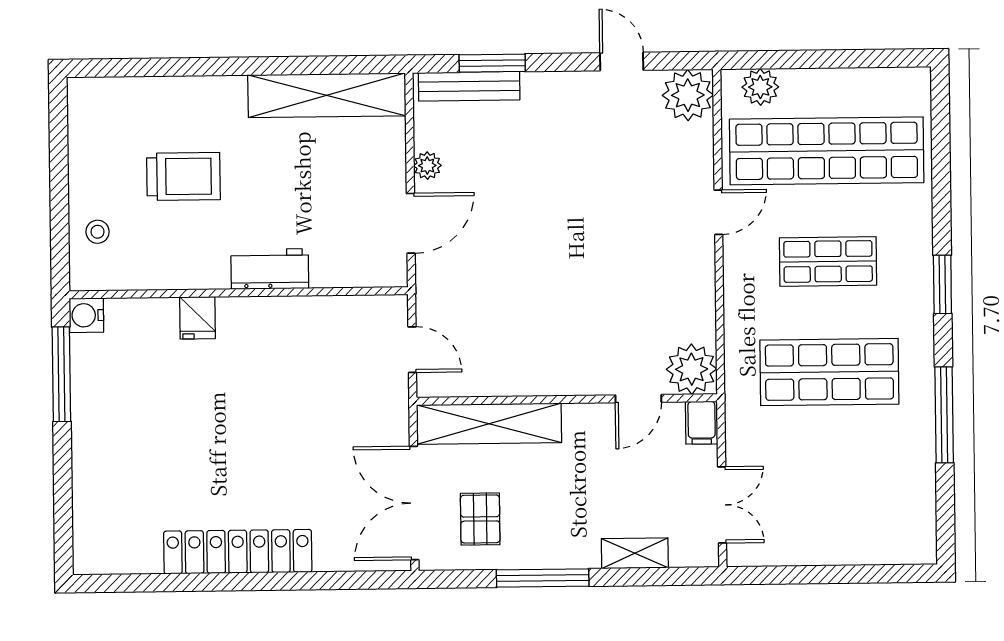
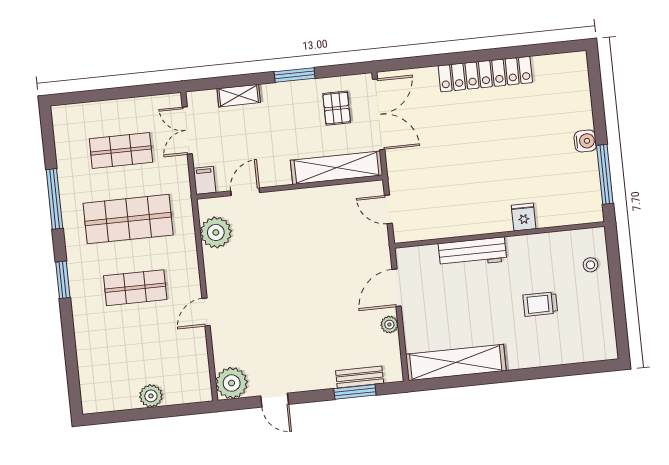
bench: (469, 86) -> (360, 377), width x0.73
plant: (760, 87) -> (151, 396), moved
shop shelf: (827, 151) -> (121, 150), moved, width x0.50, depth x0.74
trolley: (183, 176) -> (540, 304), width x0.73, depth x0.72
workbench: (270, 269) -> (472, 252), width x1.38
water cooler: (86, 315) -> (585, 141), moved
plant: (692, 369) -> (216, 232), moved
window: (543, 578) -> (295, 75), width x0.69

